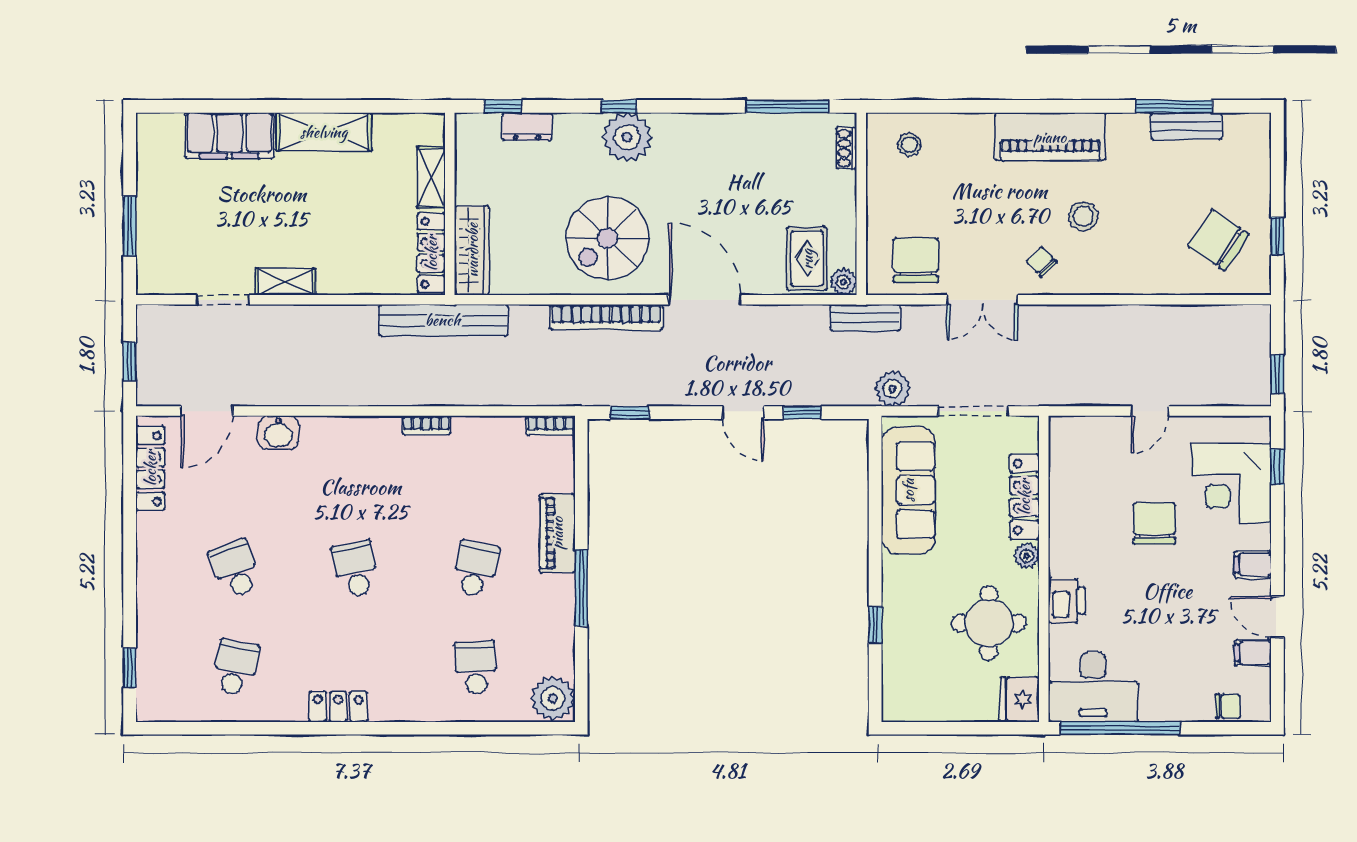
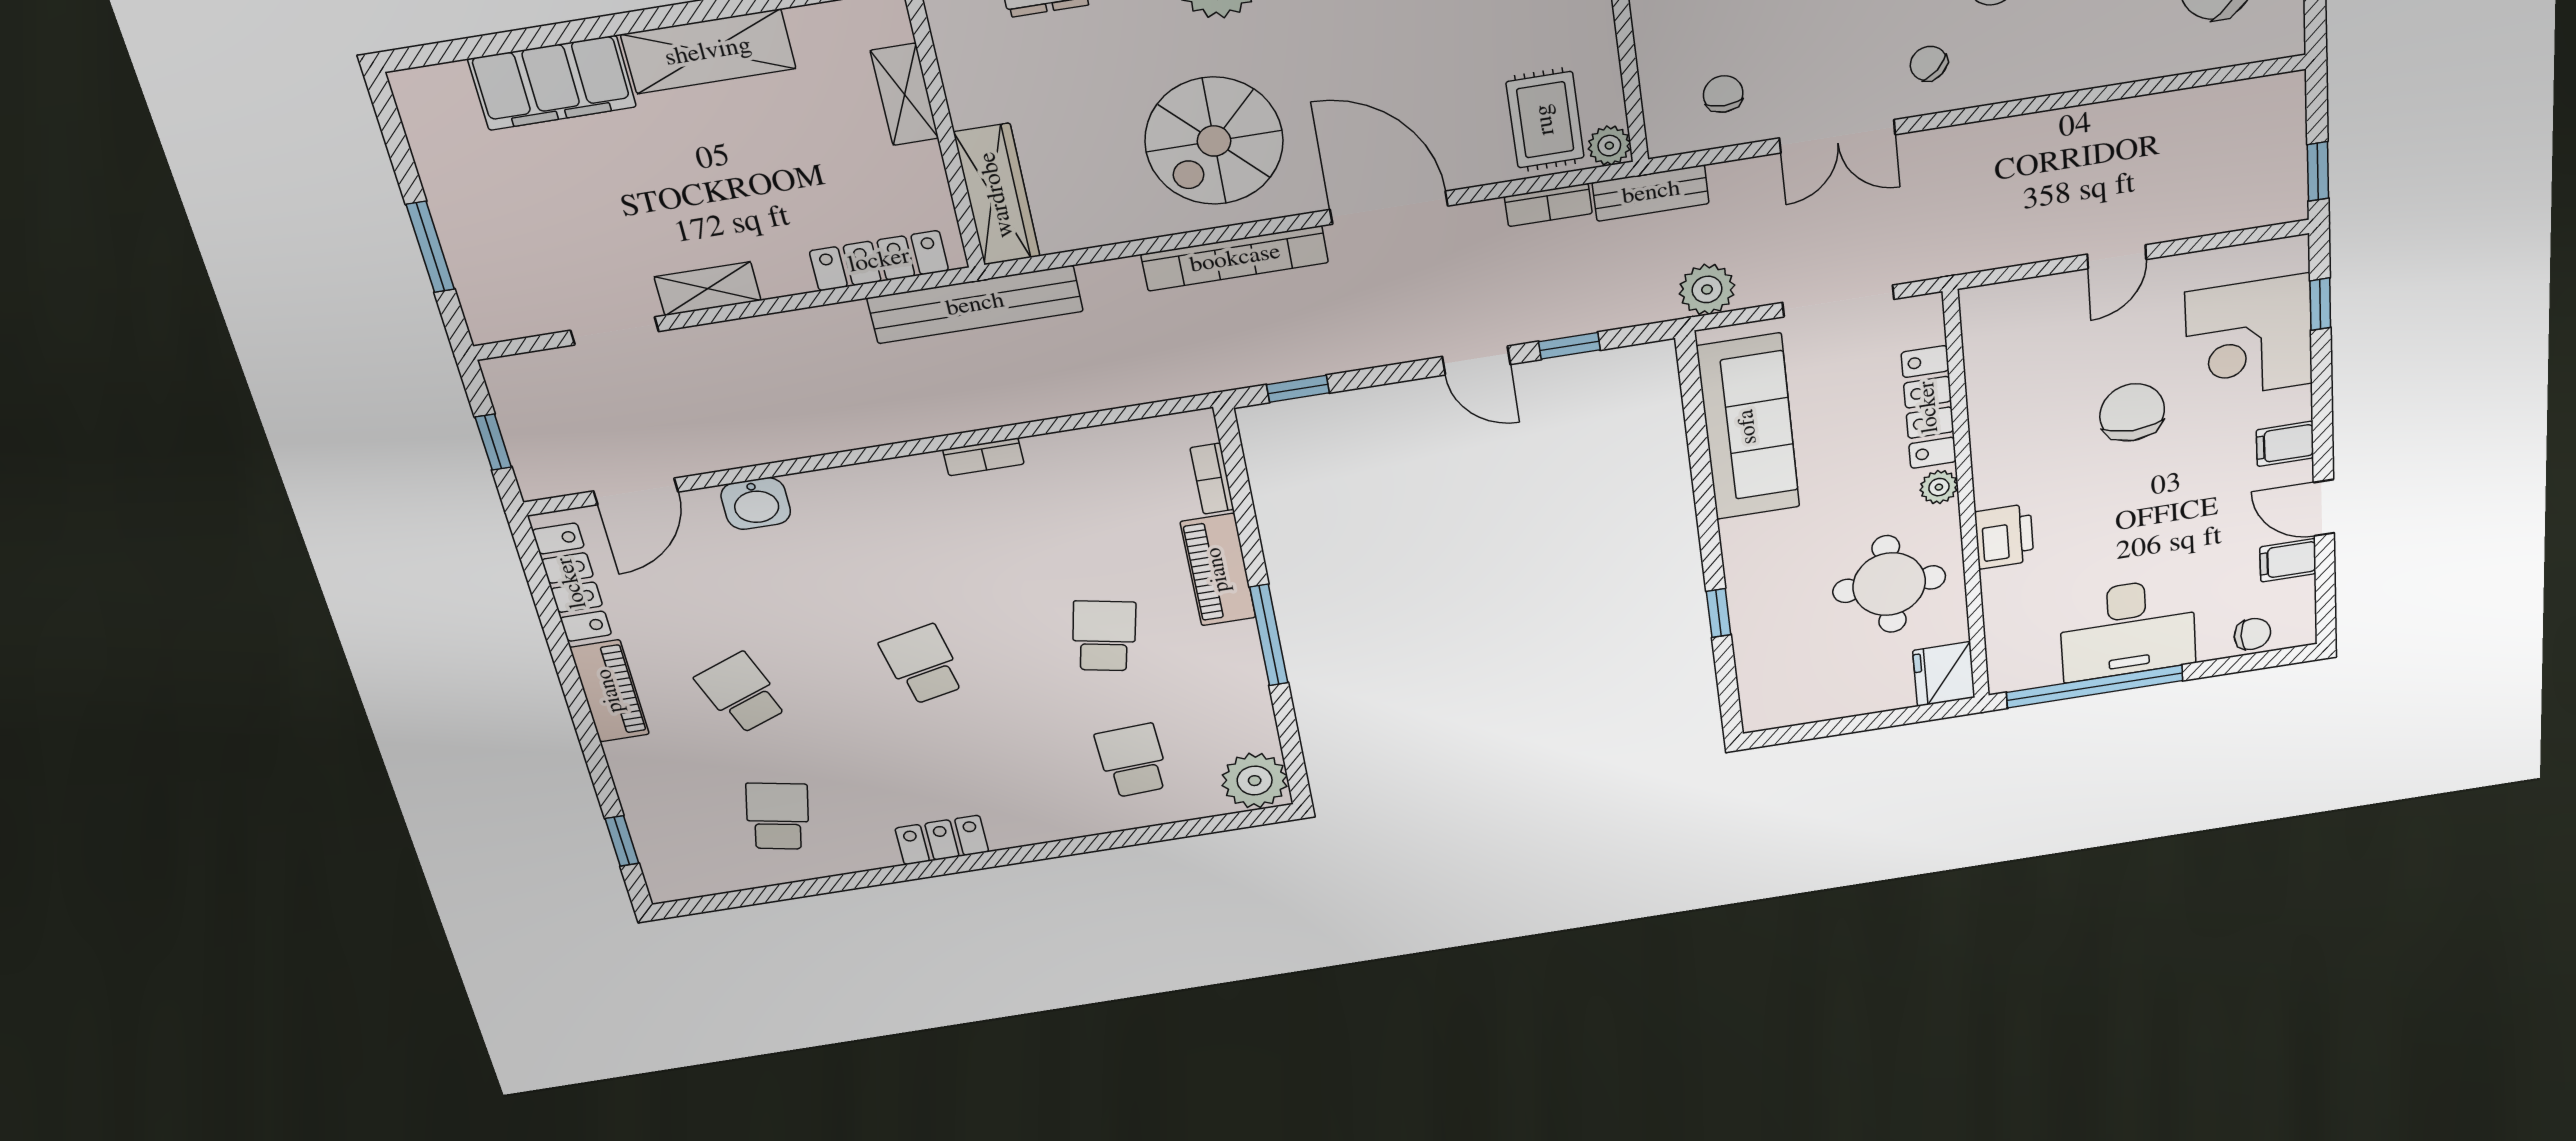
locker: (431, 253) -> (879, 261), moved, turned 90
chair: (916, 260) -> (1723, 94), width x0.54, depth x0.54
bookcase: (802, 315) -> (1548, 205), added
bookcase: (551, 426) -> (1212, 479), moved, turned 90
piano: (152, 552) -> (610, 691), added
desk: (1093, 687) -> (2128, 629), moved

